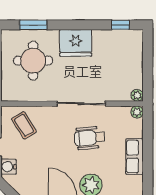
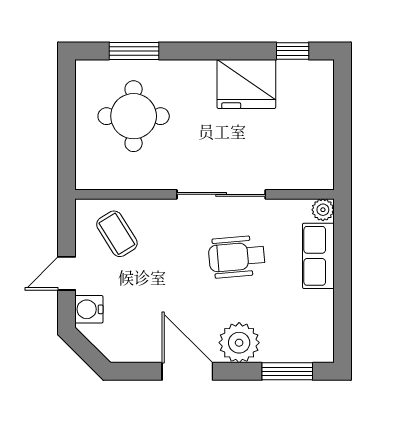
fridge: (76, 43) -> (246, 84), moved
plant: (137, 95) -> (323, 179), removed
row of seats: (135, 157) -> (318, 256), moved

